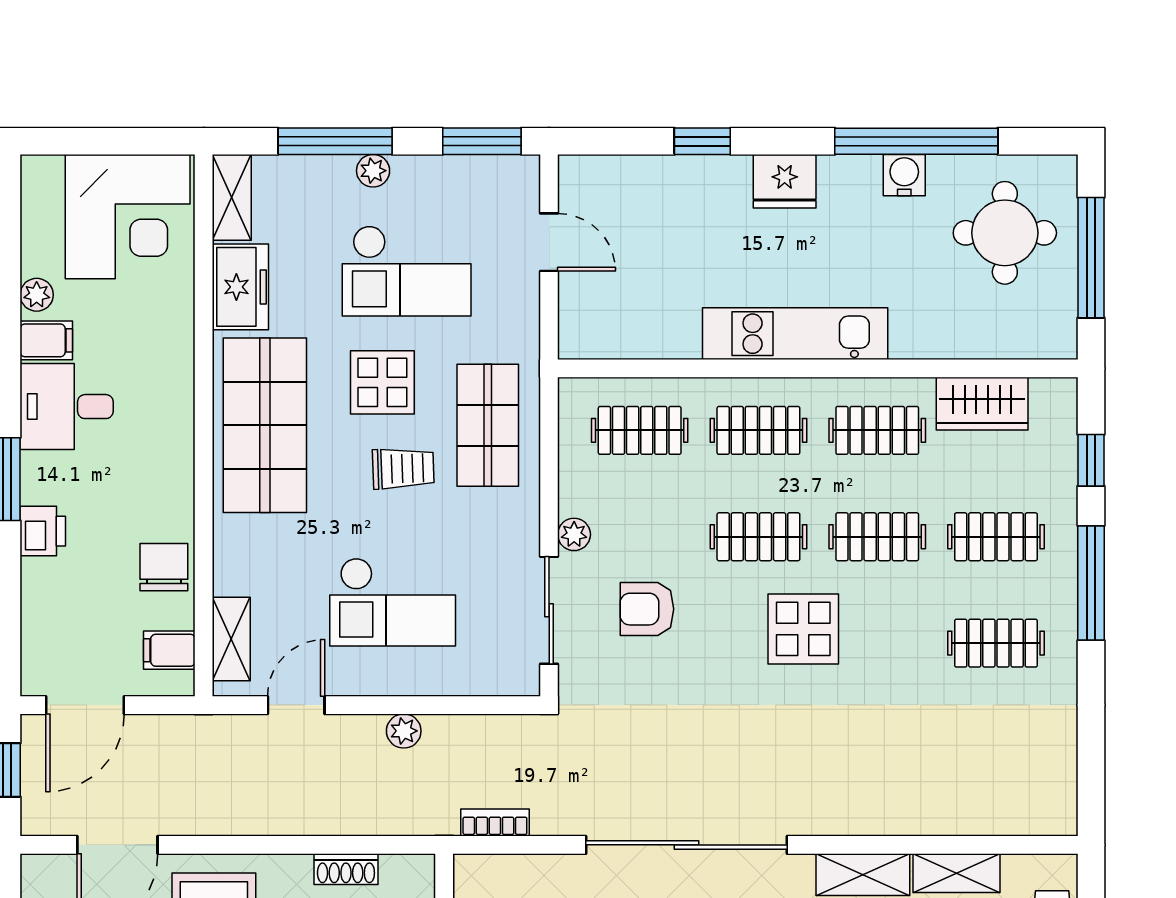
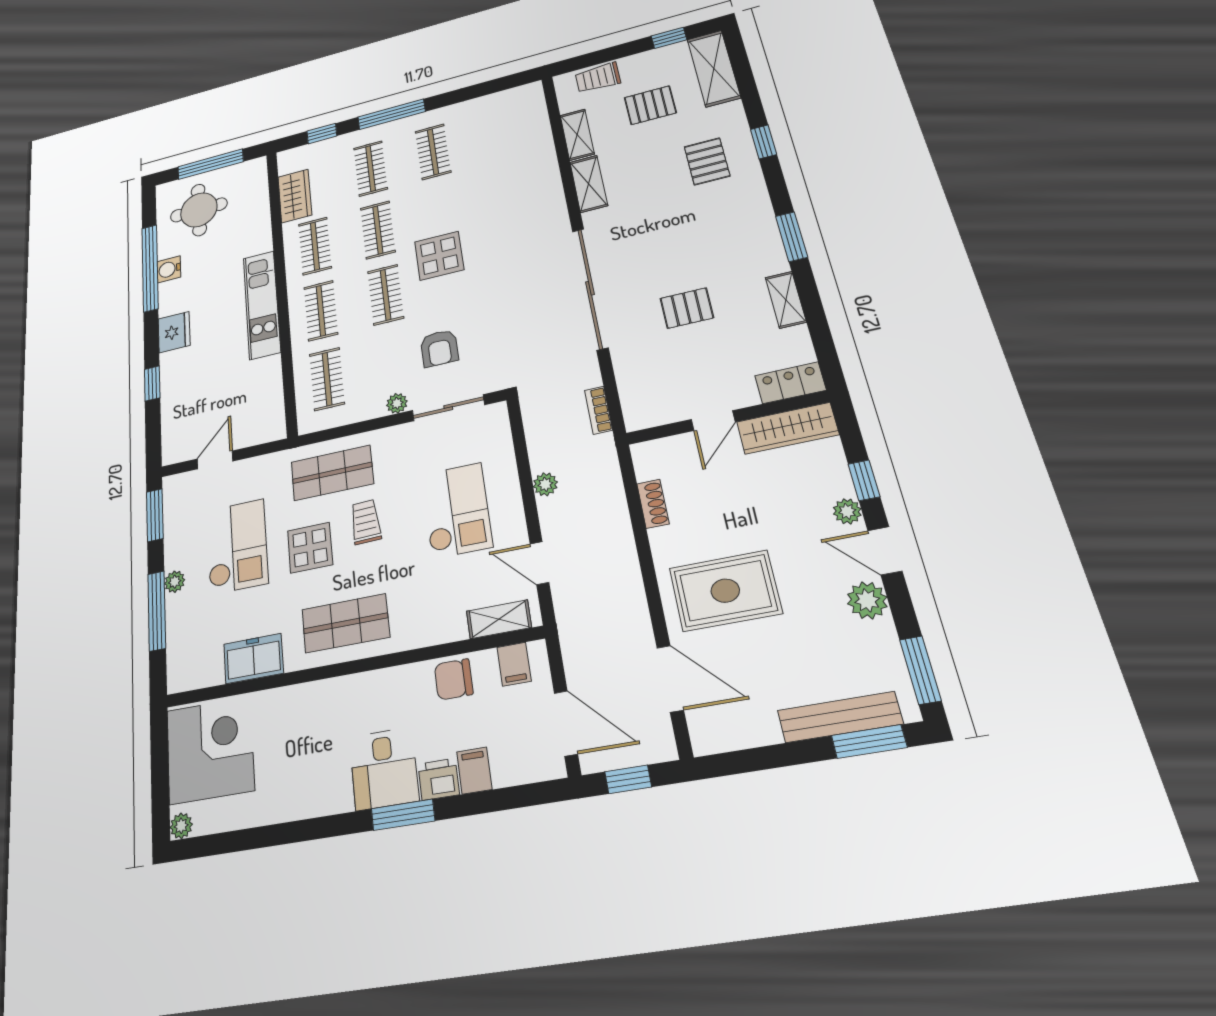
shelving: (232, 197) -> (195, 676), removed
plant: (37, 295) -> (181, 826), moved
filing cabinet: (46, 340) -> (474, 771), moved
desk: (67, 407) -> (384, 769), moved
shop shelf: (265, 425) -> (346, 623), width x0.70, depth x0.74

